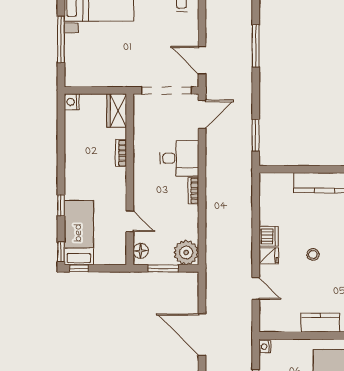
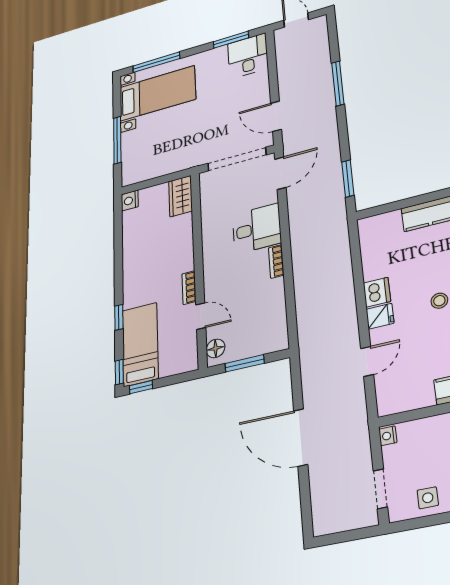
bookcase: (121, 153) -> (189, 288), moved
plant: (186, 252) -> (272, 337), removed
door: (256, 288) -> (367, 361), hinge flipped

